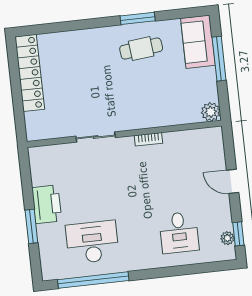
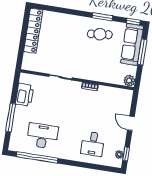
window: (191, 13) -> (133, 22), added
sofa: (198, 42) -> (132, 44), width x1.36
printer: (47, 204) -> (25, 95), moved
window: (31, 226) -> (10, 118), width x1.44

